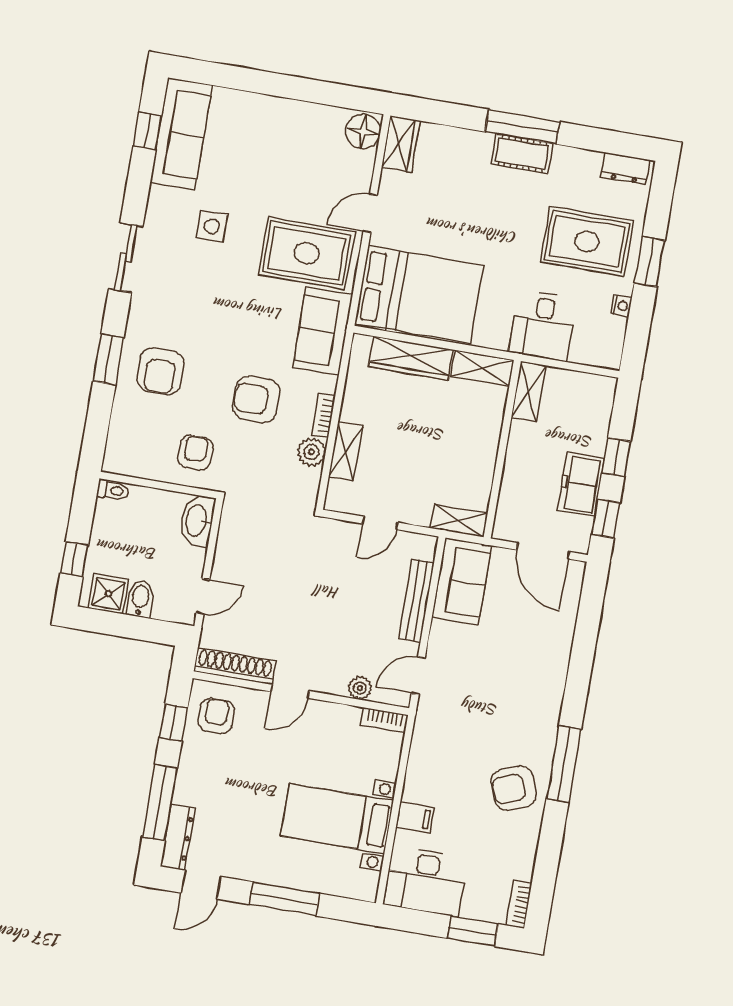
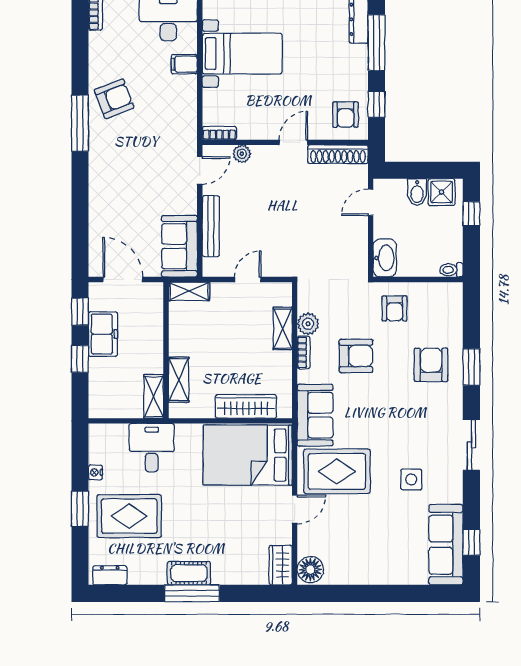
shelving: (482, 368) -> (179, 380), moved, turned 90

